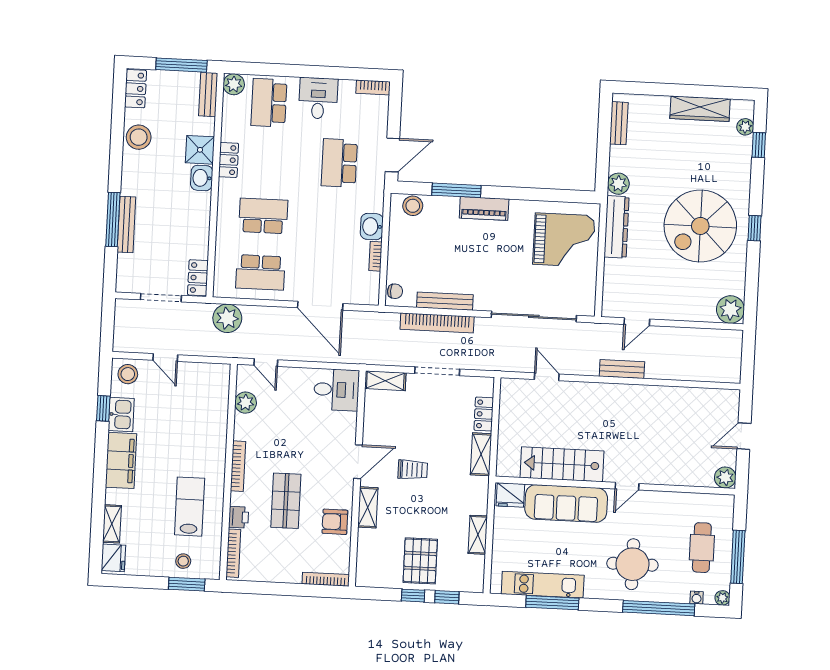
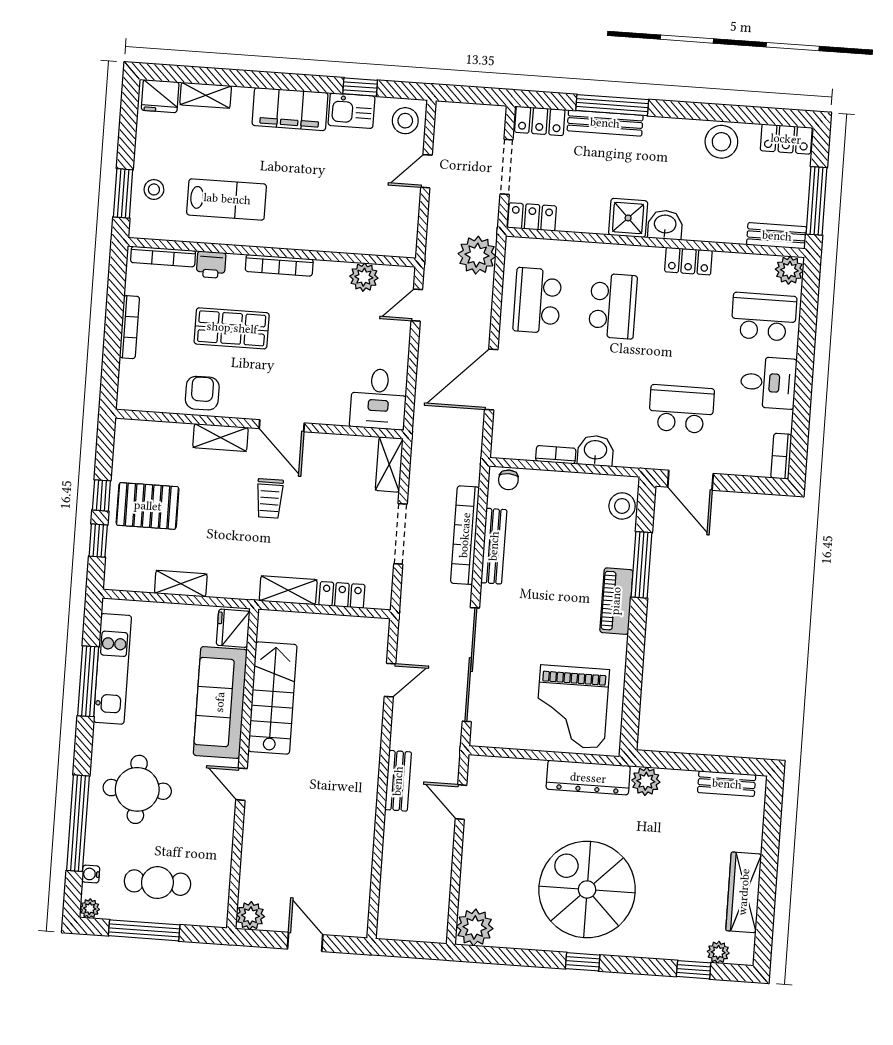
shower: (200, 150) -> (628, 218), moved
locker: (126, 273) -> (540, 121), added
bookcase: (326, 579) -> (129, 327), moved

